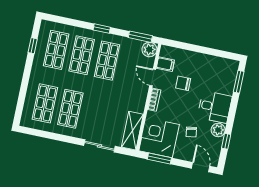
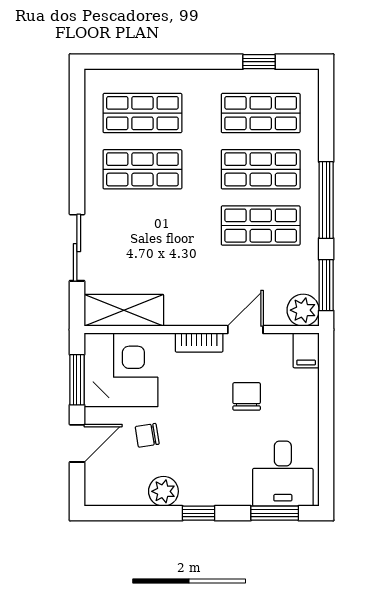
window: (102, 29) -> (326, 200), width x2.17
filing cabinet: (165, 64) -> (306, 350), moved
desk: (215, 107) -> (283, 474), moved
window: (226, 141) -> (199, 513), moved
door: (201, 167) -> (77, 443), moved

